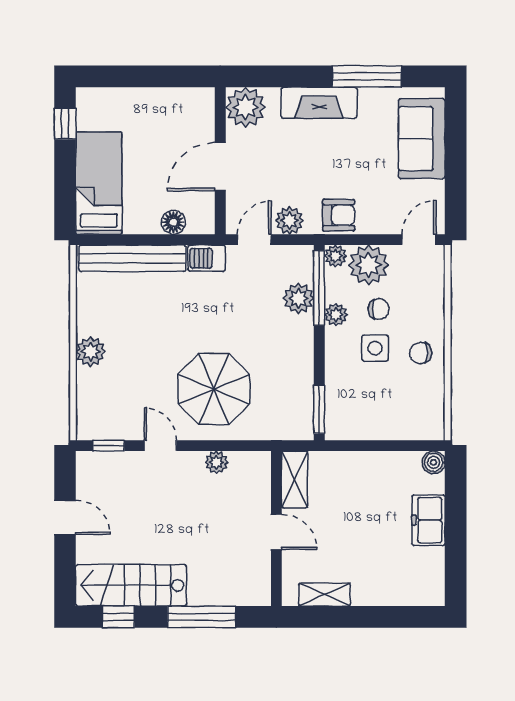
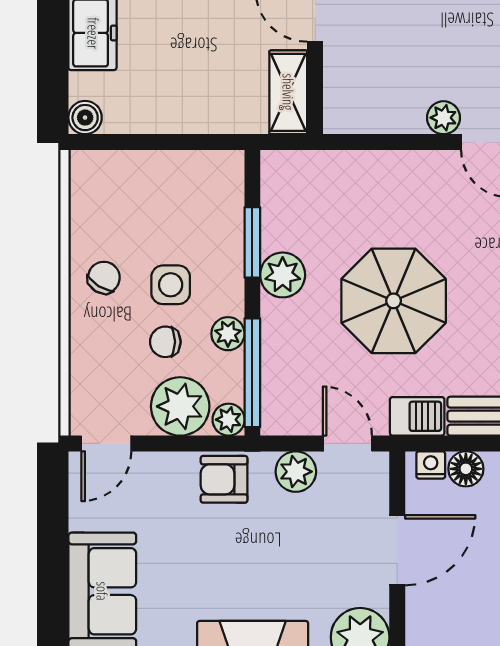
nightstand: (197, 225) -> (431, 465), added
door: (254, 240) -> (347, 443), swing flipped
plant: (299, 298) -> (283, 275), moved
chair: (421, 353) -> (104, 278), turned -58
parasol: (214, 389) -> (394, 301), moved
window: (319, 409) -> (252, 242), moved
plant: (216, 462) -> (443, 118), moved

